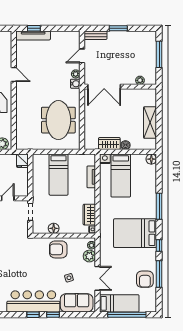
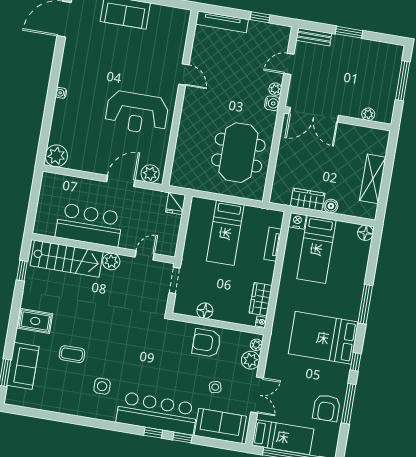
window: (34, 28) -> (260, 17), moved

